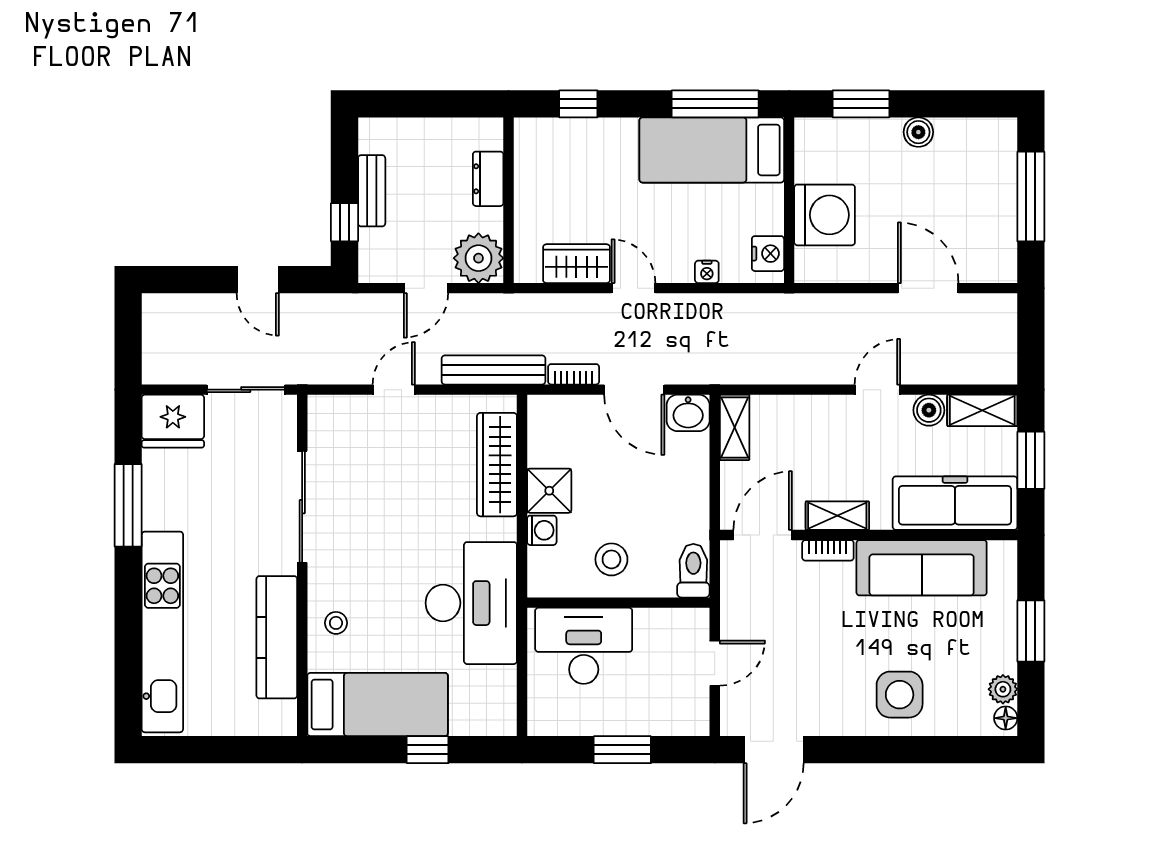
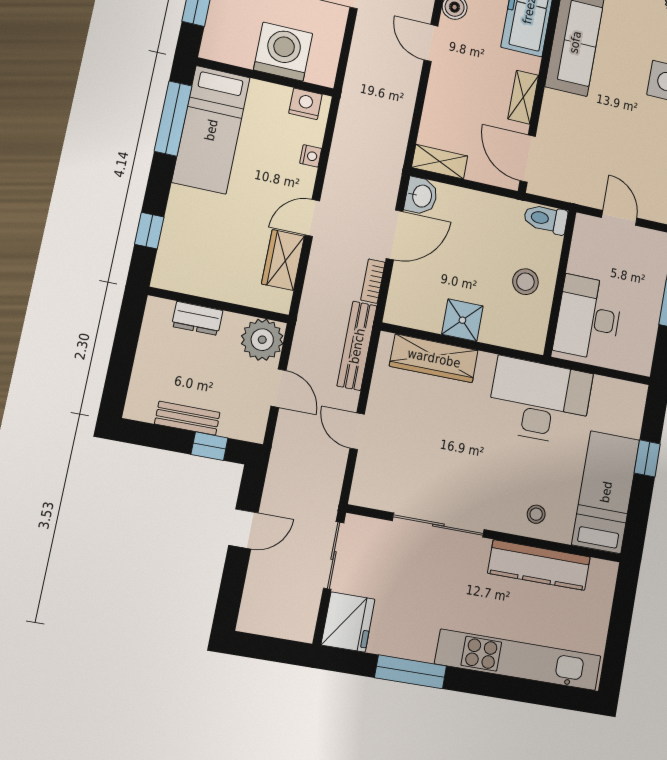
washing machine: (542, 530) -> (493, 333), removed
bookcase: (828, 550) -> (549, 111), removed

